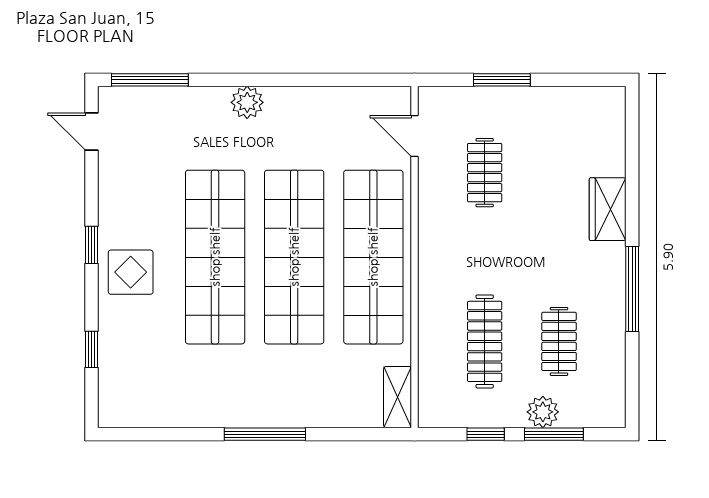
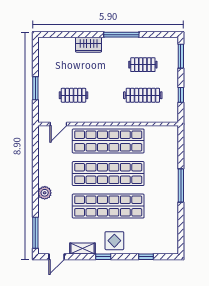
shelving: (398, 397) -> (82, 249), moved
plant: (543, 412) -> (172, 71), removed
window: (554, 434) -> (181, 56), moved

